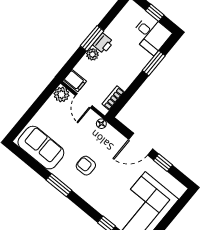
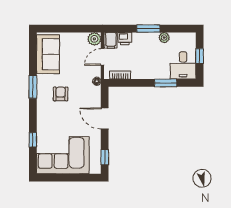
printer: (103, 43) -> (125, 39), moved
plant: (92, 54) -> (164, 38), moved
window: (163, 163) -> (105, 157), moved

